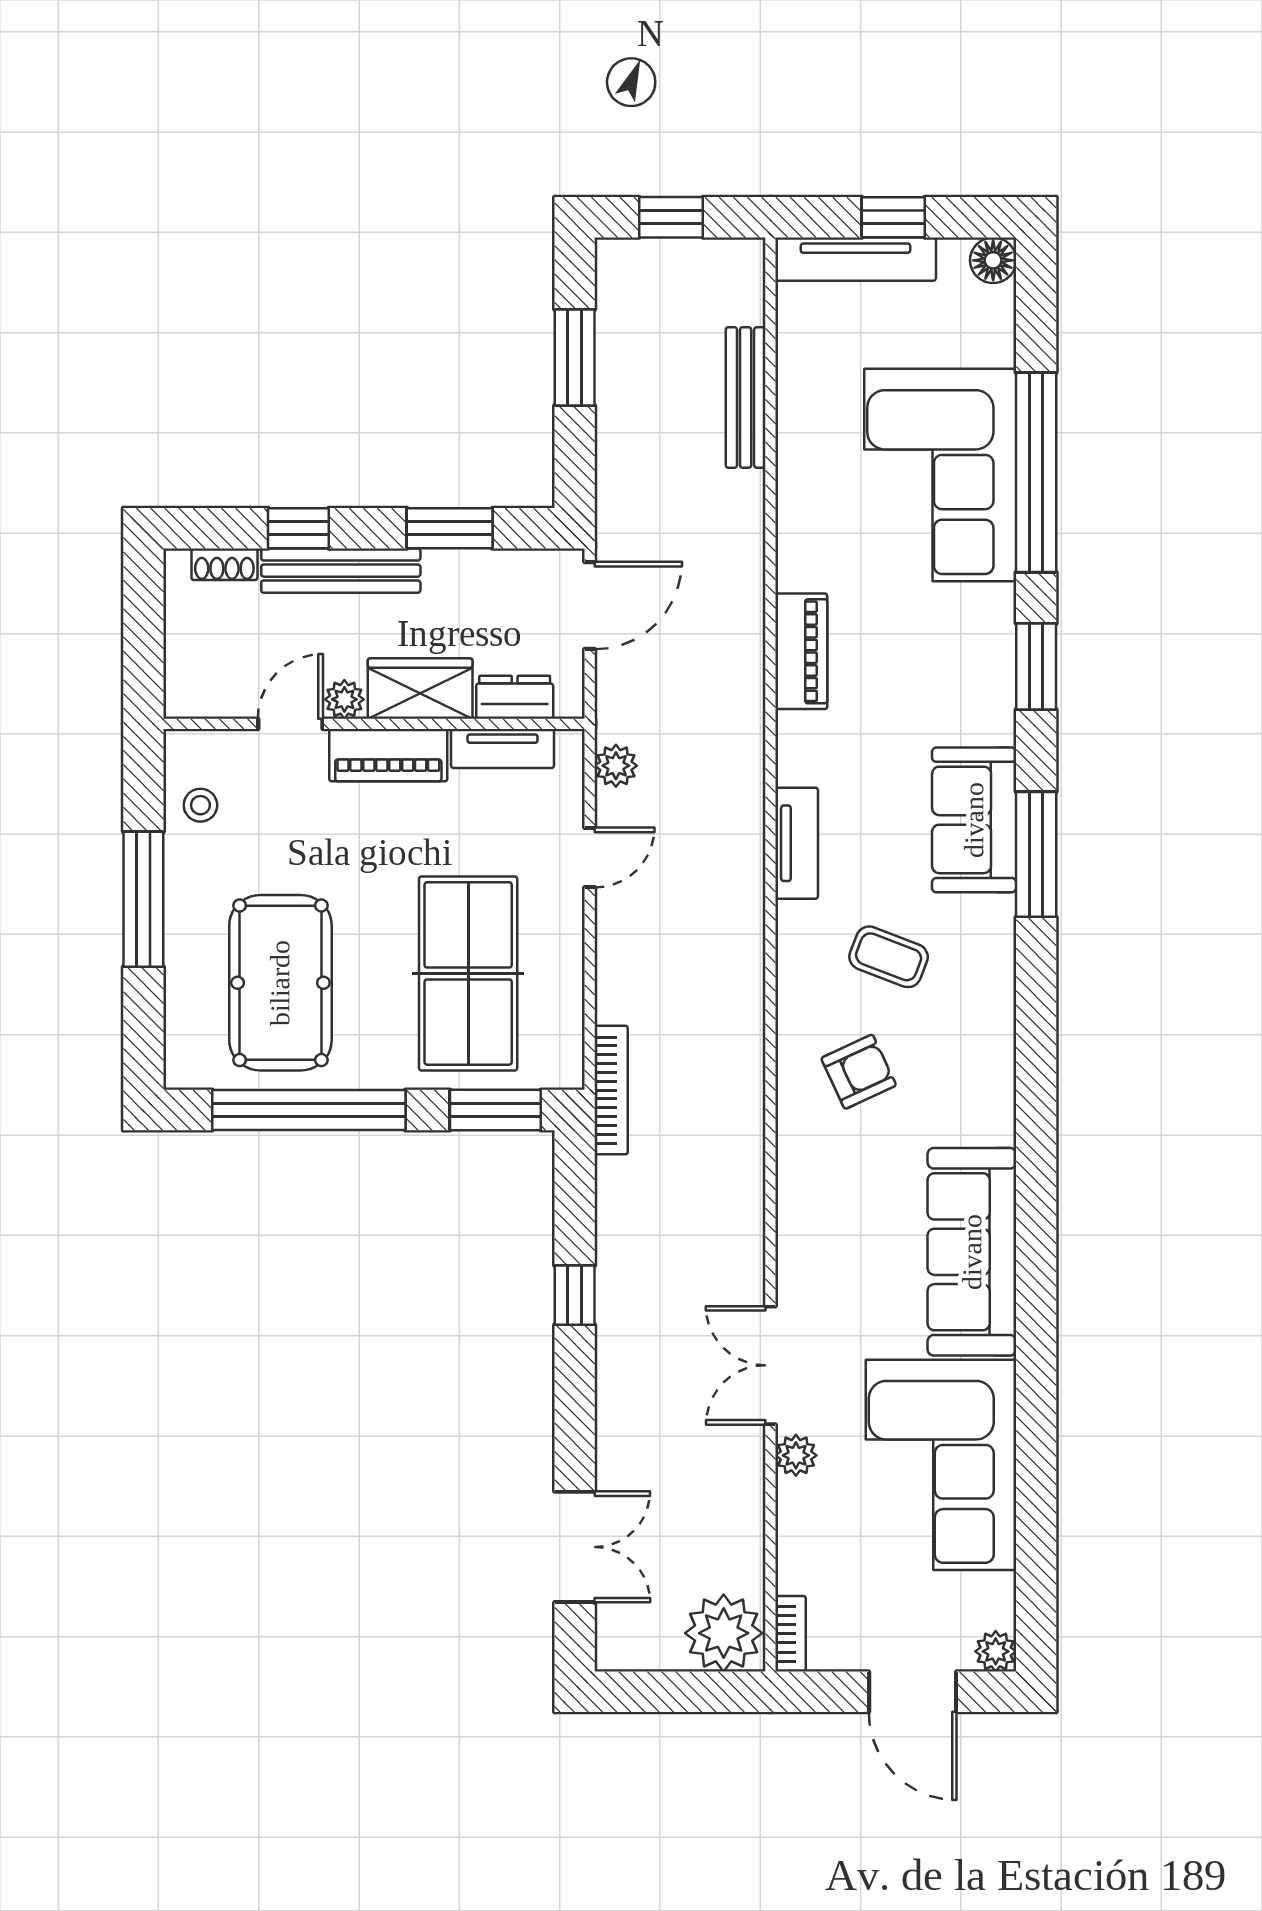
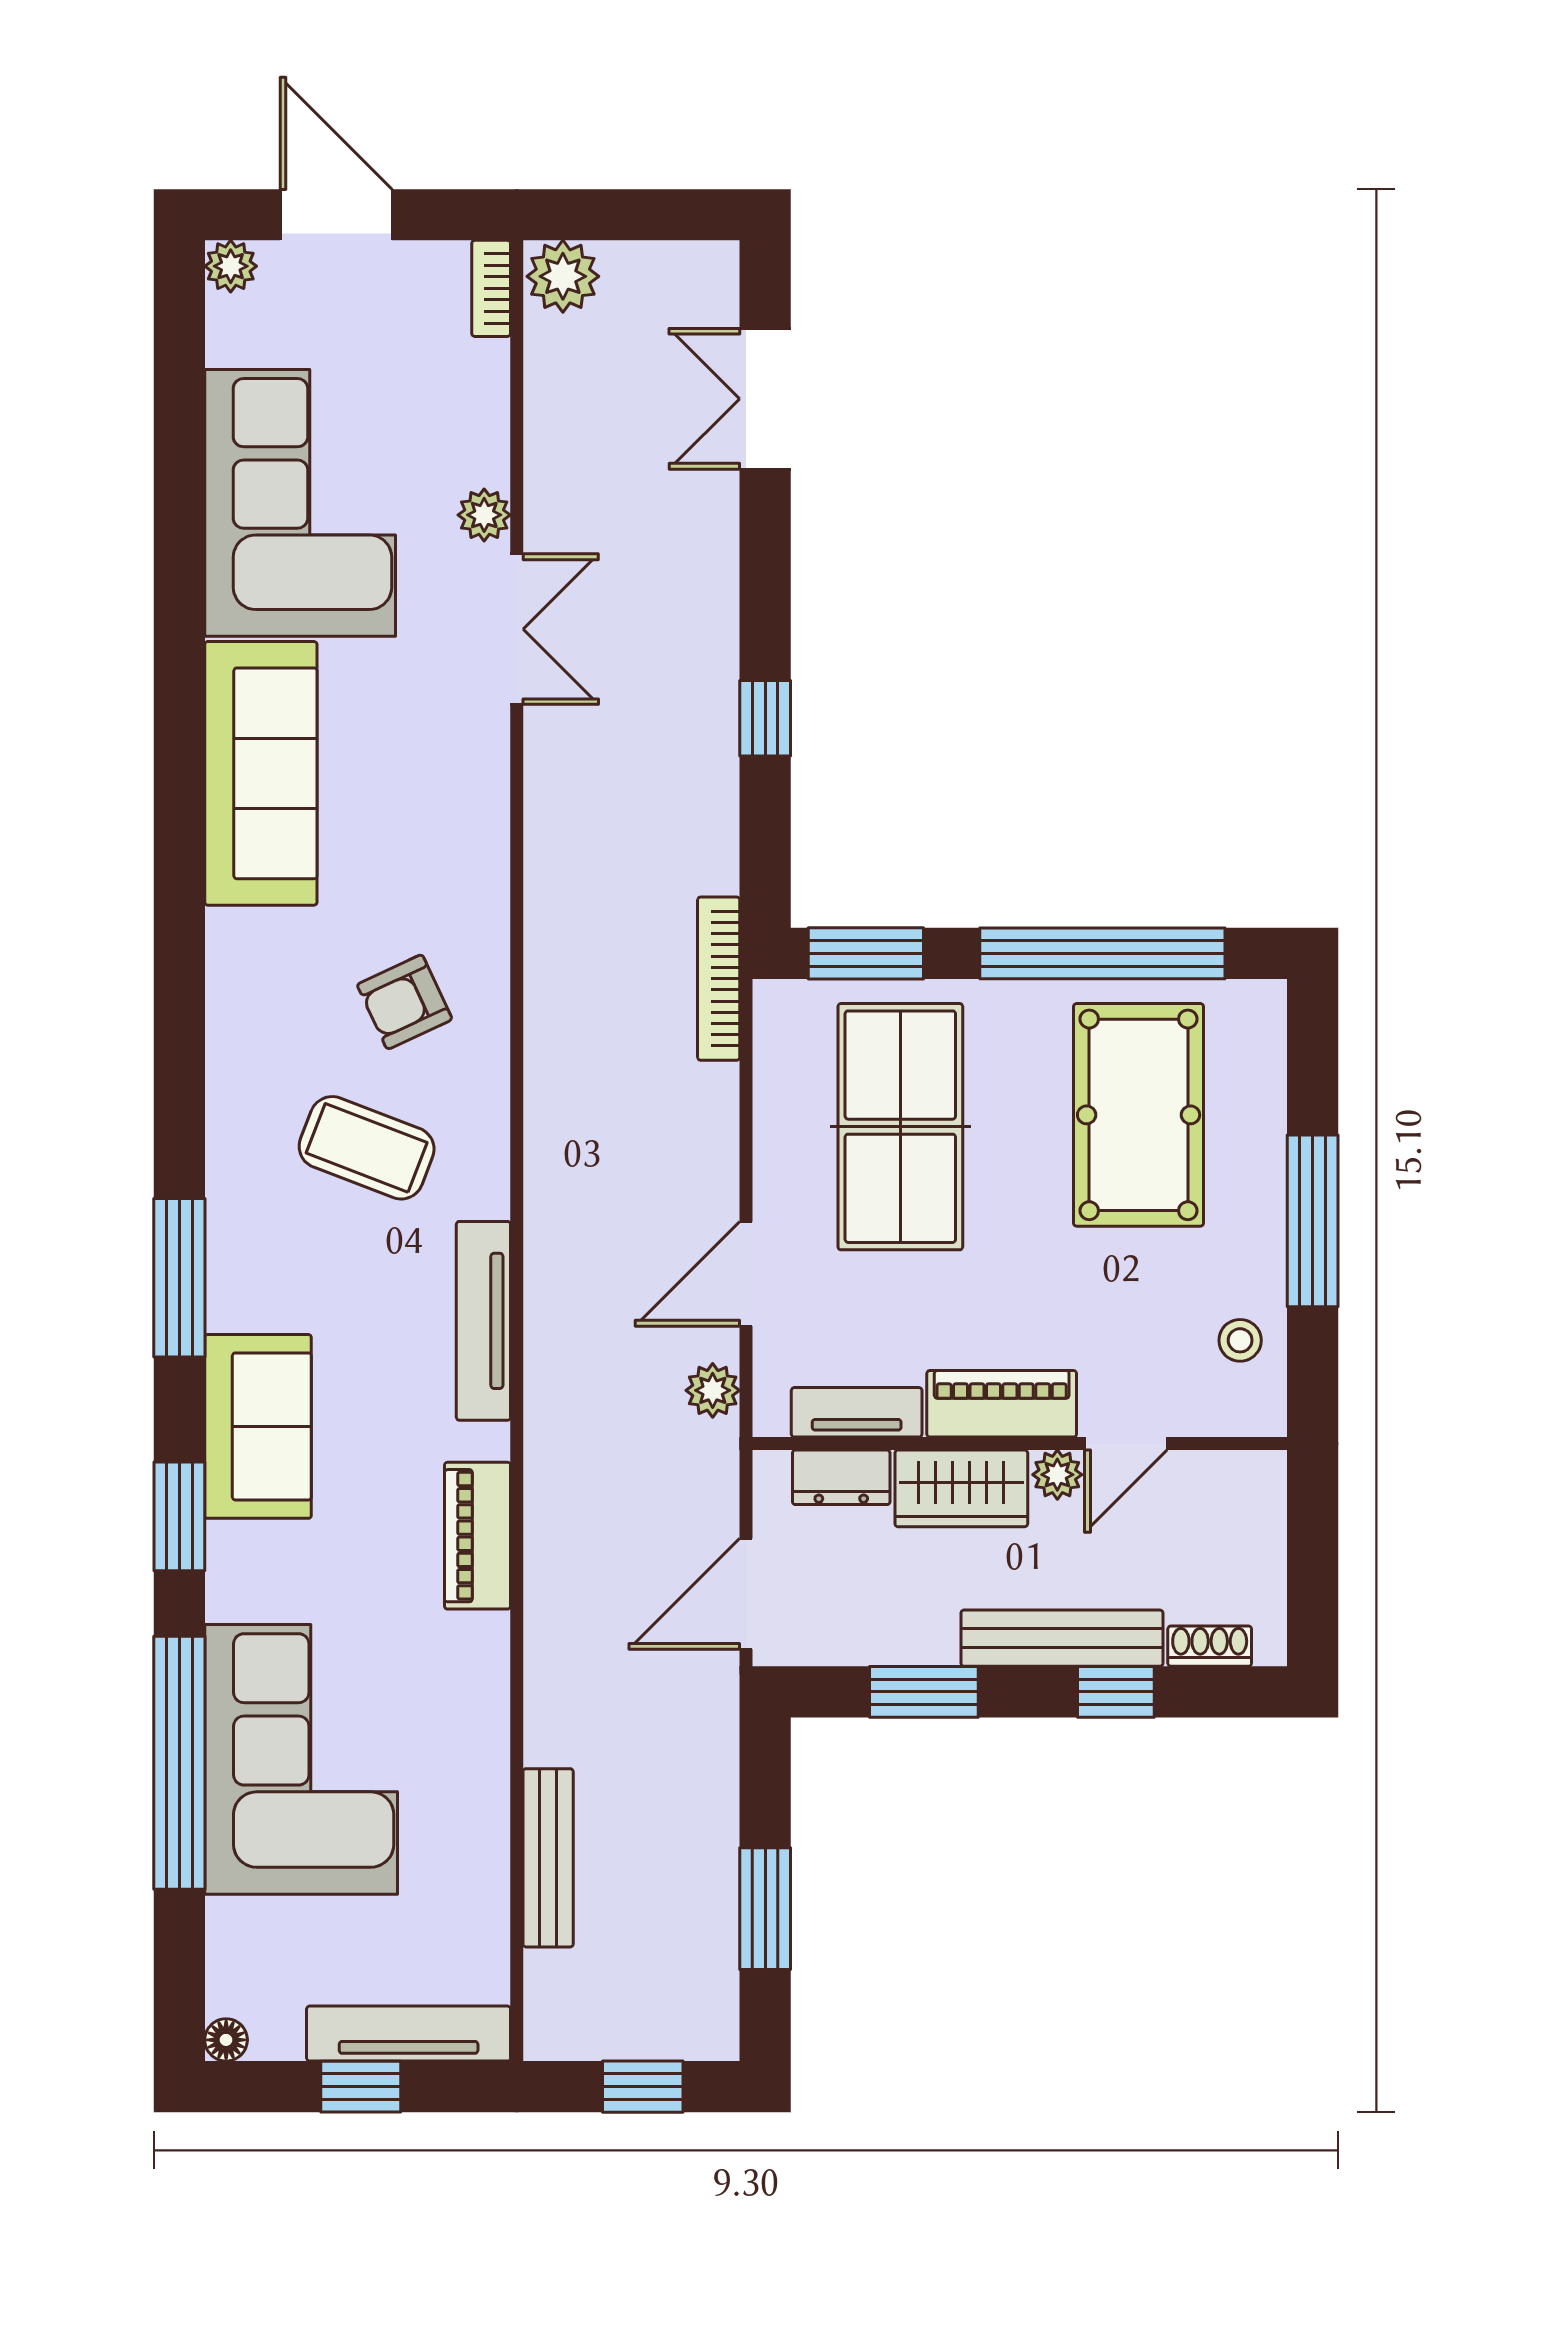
floor lamp: (993, 260) -> (226, 2040), width x0.73, depth x0.73
sofa: (974, 820) -> (258, 1426), moved
tv unit: (797, 843) -> (483, 1321), width x1.41
door: (590, 857) -> (746, 1274), width x1.38
coffee table: (889, 957) -> (367, 1148), width x1.36, depth x1.30
plant: (724, 1633) -> (563, 276), width x0.73, depth x0.73

